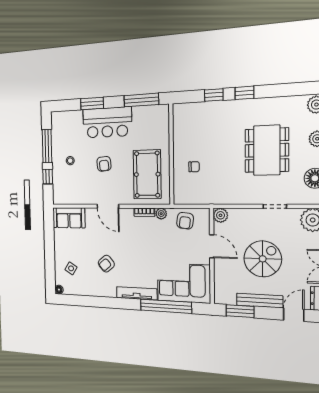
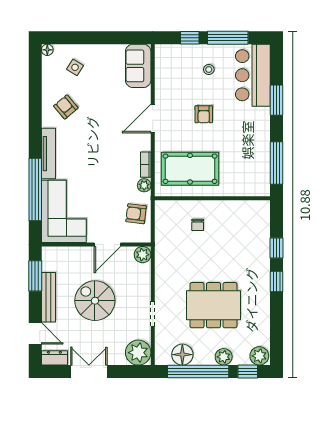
bar counter: (107, 122) -> (253, 75), moved
armchair: (104, 164) -> (204, 114), turned -85
spiral stairs: (263, 259) -> (95, 301), turned 180
armchair: (106, 264) -> (66, 107), moved

